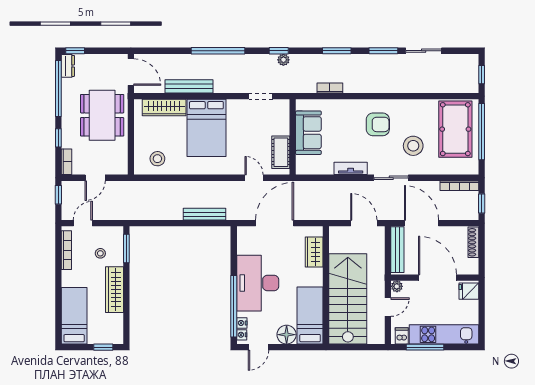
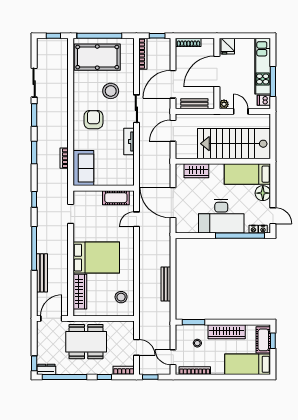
plant: (283, 60) -> (41, 196), removed
bench: (189, 86) -> (42, 273), moved
sofa: (308, 133) -> (83, 168), moved, turned 90
bench: (204, 214) -> (166, 284), moved
bench: (397, 250) -> (194, 104), width x0.73
cot: (104, 335) -> (263, 340), added

